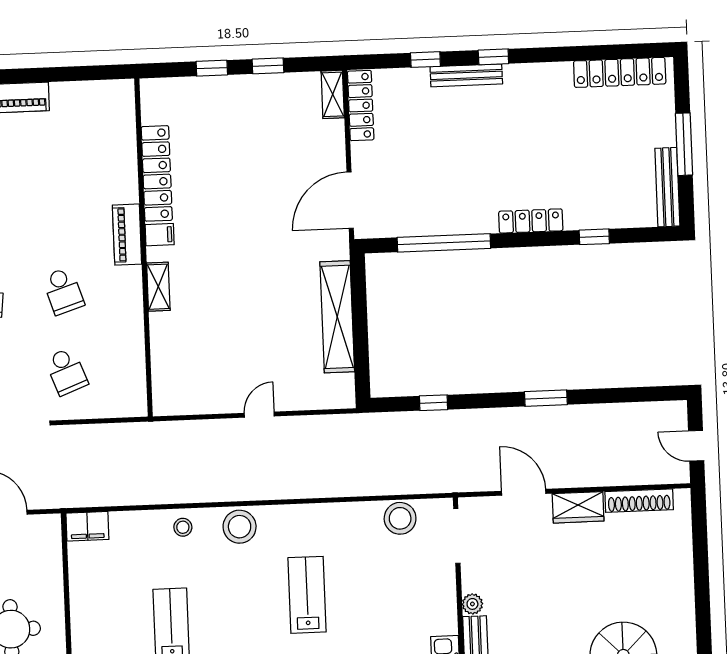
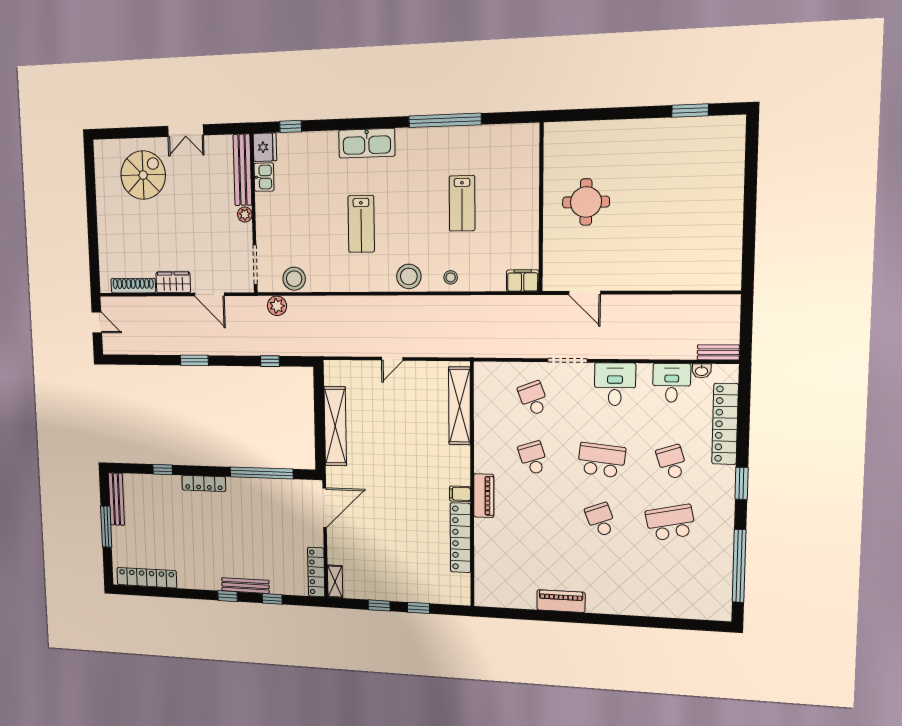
shelving: (158, 287) -> (459, 406), moved, width x2.20, depth x1.33
plant: (424, 480) -> (277, 306), added

